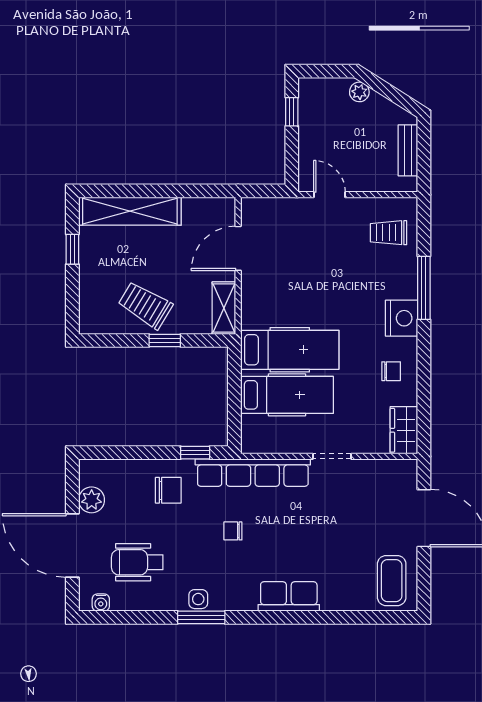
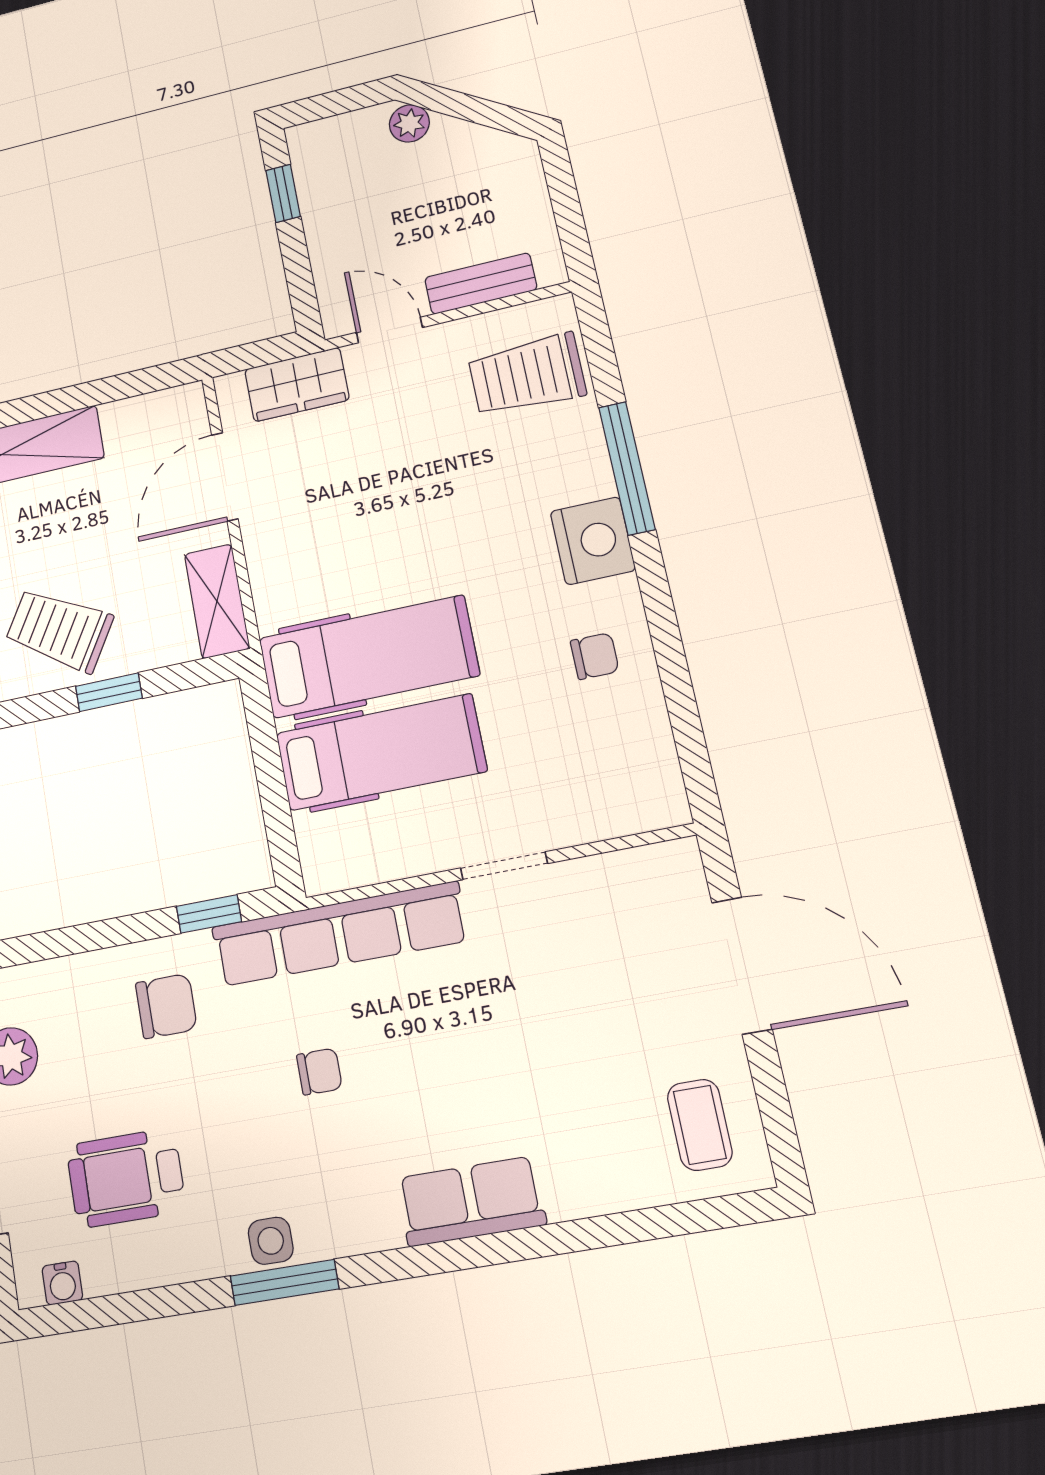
bench: (408, 150) -> (481, 284), moved, turned 90
trolley: (389, 233) -> (527, 375), width x1.36, depth x1.39
wardrobe: (404, 430) -> (297, 385), moved, turned -90
chair: (233, 531) -> (319, 1072), turned 180
coffee table: (392, 581) -> (700, 1125), width x0.73, depth x0.77

